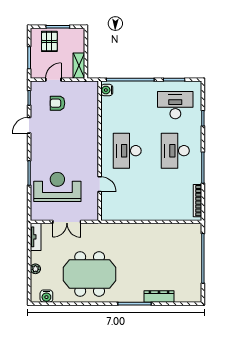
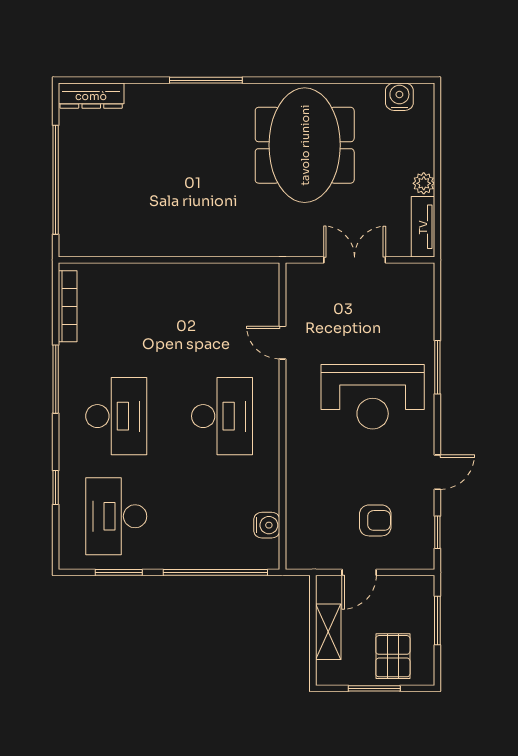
shelving: (79, 66) -> (328, 632), moved
door: (53, 80) -> (359, 572), moved
water cooler: (107, 90) -> (267, 525), moved
desk: (175, 105) -> (116, 516), turned 90
reception desk: (57, 187) -> (373, 397), moved
plant: (35, 269) -> (424, 183), moved
meeting table: (90, 274) -> (305, 145), turned 90
dresser: (159, 297) -> (91, 96), moved

